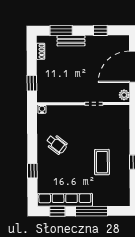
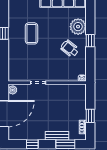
window: (32, 83) -> (90, 116), moved
window: (32, 171) -> (90, 41), moved
plant: (47, 171) -> (78, 27), added

